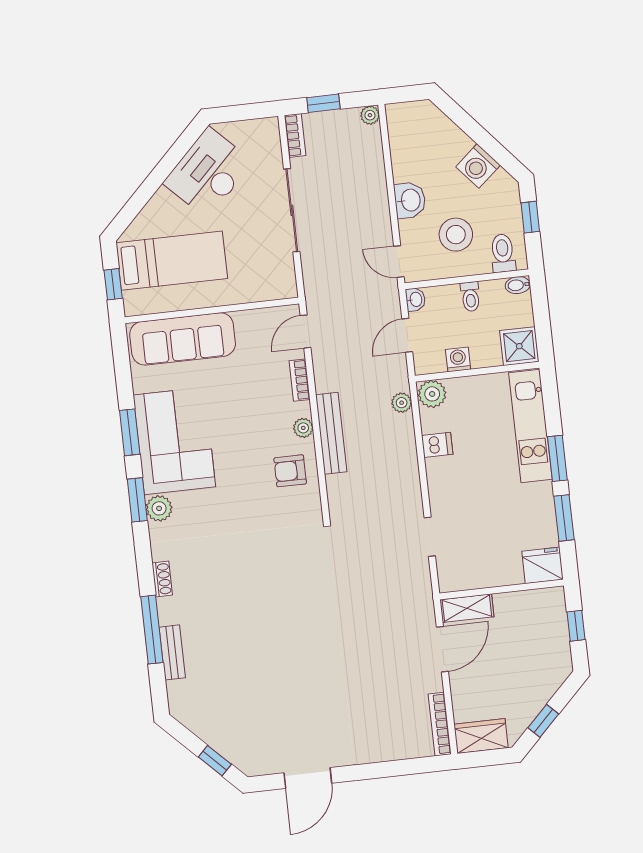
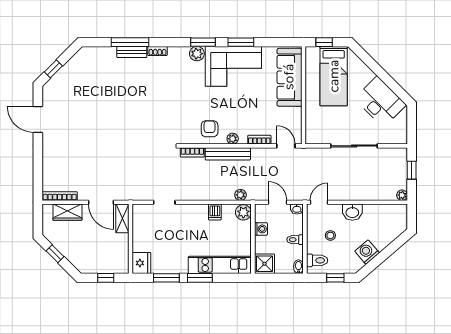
bookcase: (295, 135) -> (192, 152), moved
stool: (456, 235) -> (330, 235), width x0.53, depth x0.53
bench: (172, 652) -> (132, 52), moved
wardrobe: (481, 736) -> (67, 212), moved, turned 90

